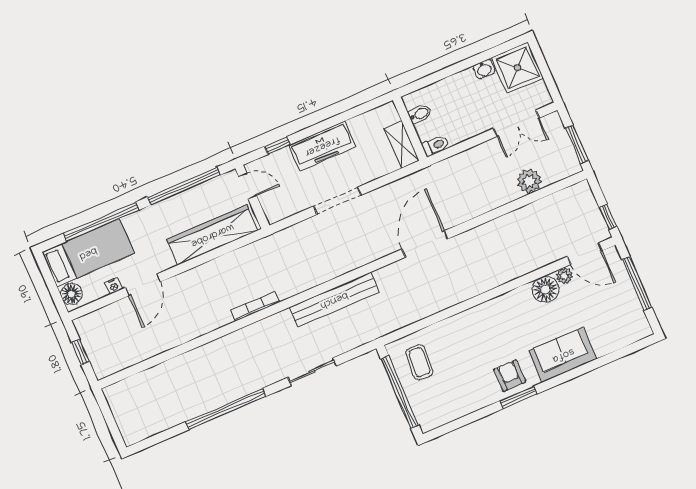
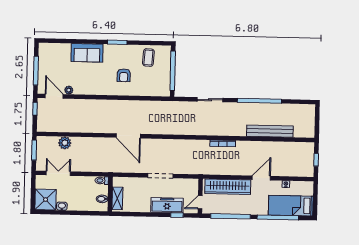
shelving: (402, 145) -> (117, 198), moved
freezer: (322, 146) -> (167, 205), moved
door: (248, 186) -> (200, 202), hinge flipped
door: (425, 244) -> (128, 136), hinge flipped
door: (143, 285) -> (261, 178), moved
floor lamp: (545, 289) -> (81, 88), removed
floor lamp: (71, 294) -> (308, 189), removed
bench: (334, 300) -> (270, 131), moved
coffee table: (419, 362) -> (148, 58), moved
armchair: (510, 376) -> (124, 75), moved

